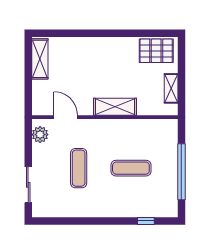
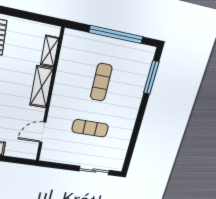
shelving: (171, 88) -> (50, 51), moved, turned 90
plant: (40, 135) -> (54, 156), removed
window: (146, 221) -> (151, 78), width x2.17

